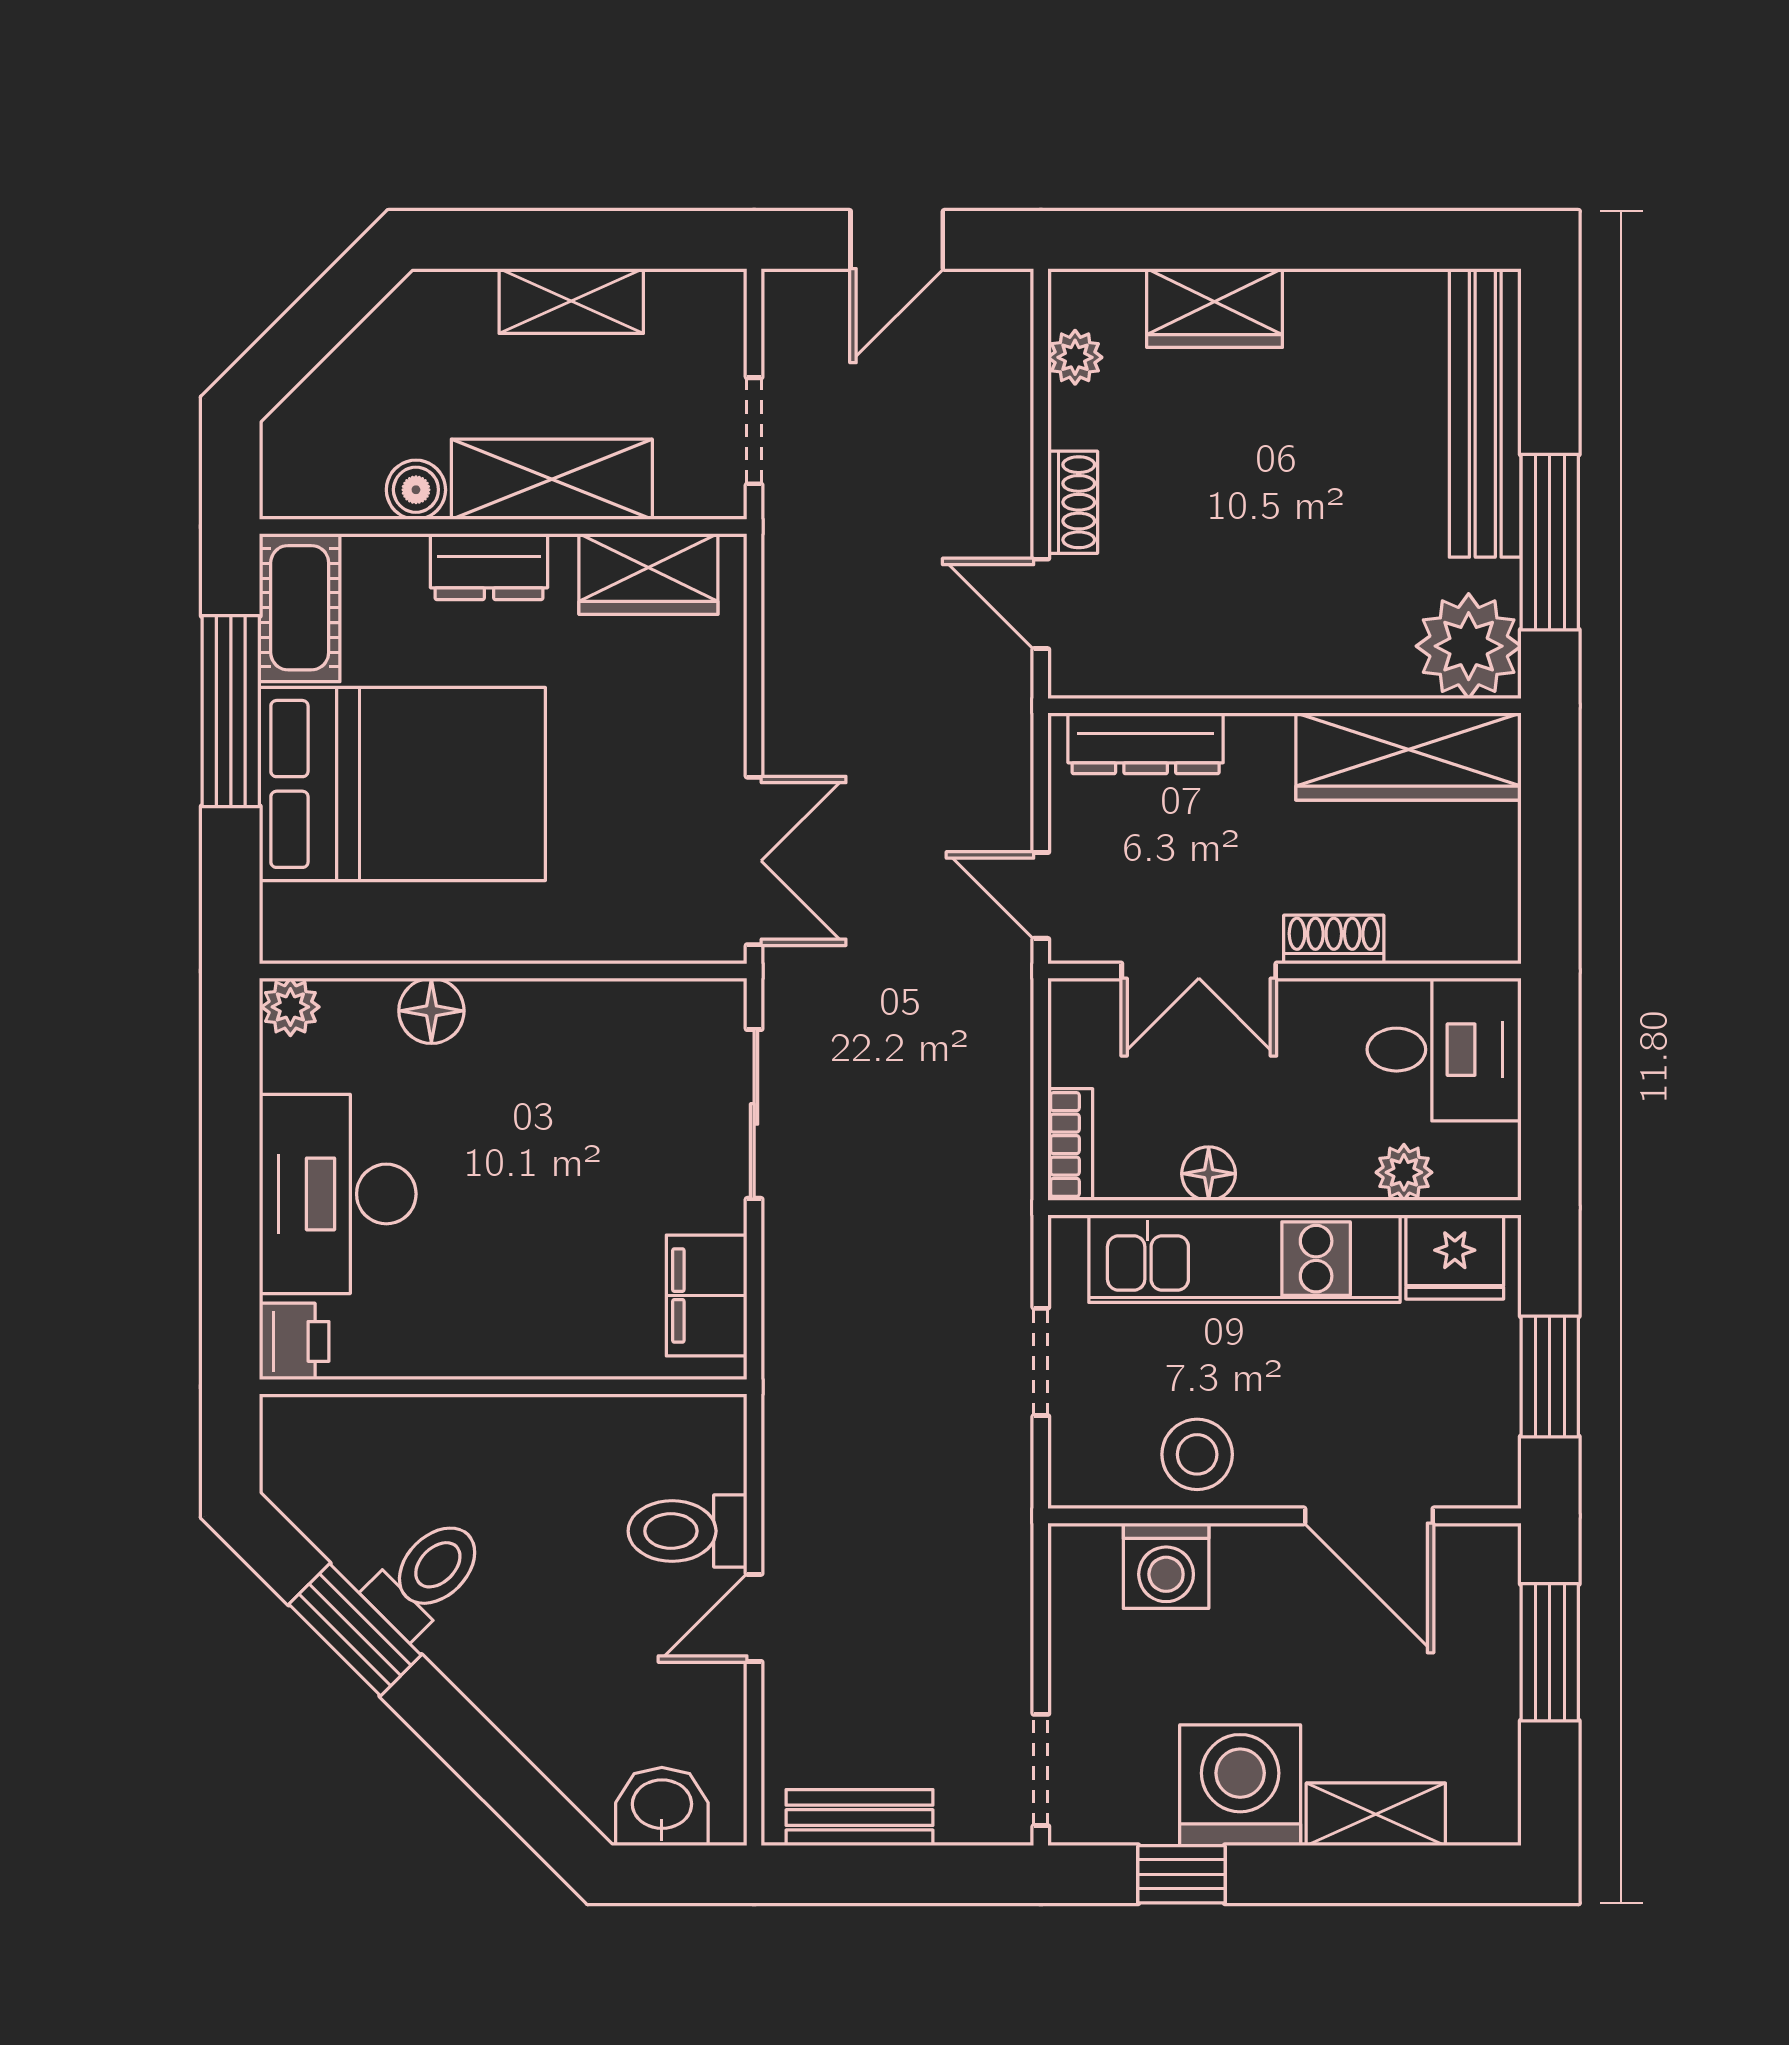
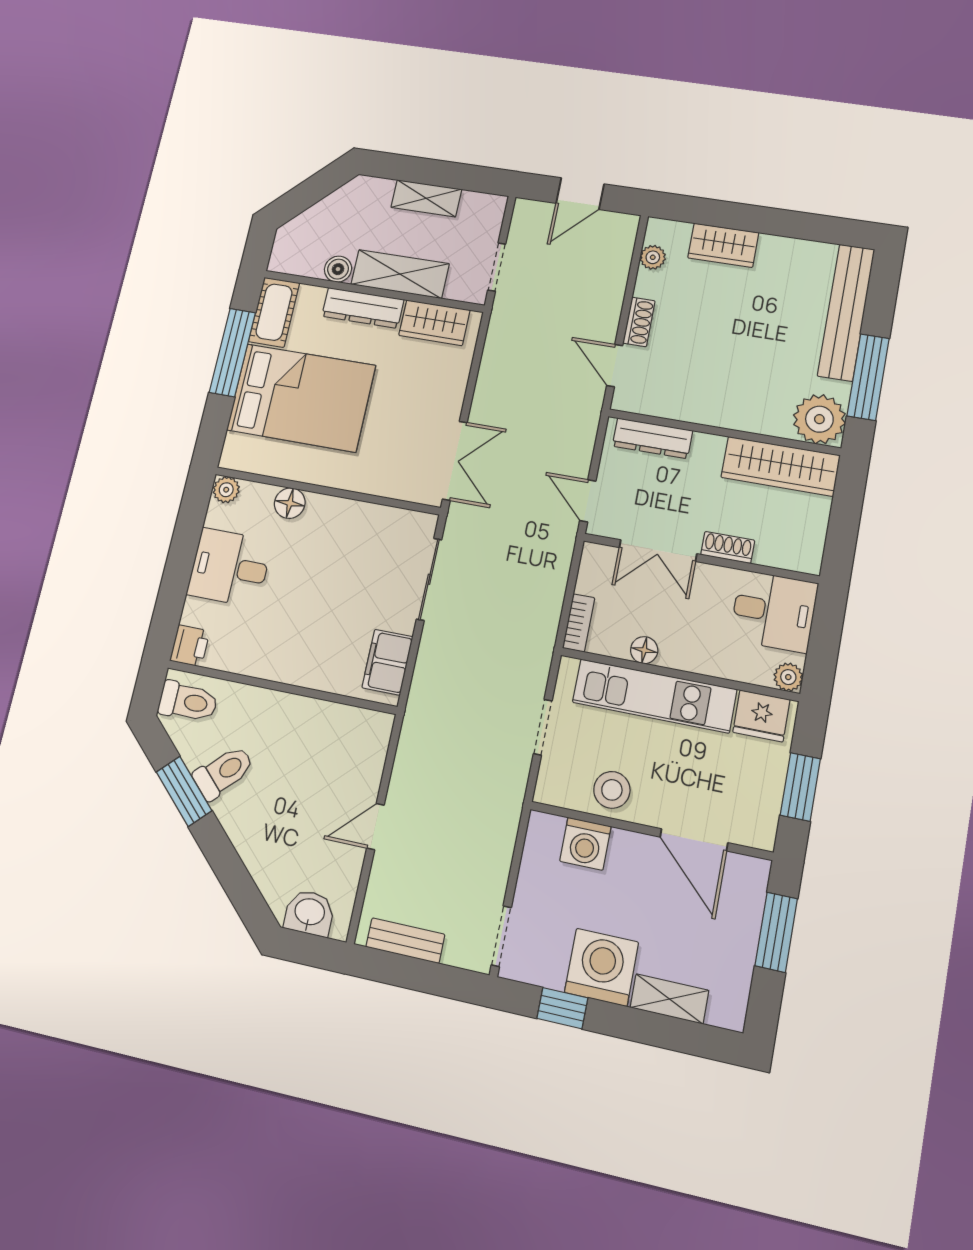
dresser: (489, 567) -> (363, 308), width x1.44
plant: (1404, 1172) -> (788, 677), moved
desk: (338, 1194) -> (230, 568), width x0.73
toilet: (688, 1531) -> (188, 702), moved, turned 180

